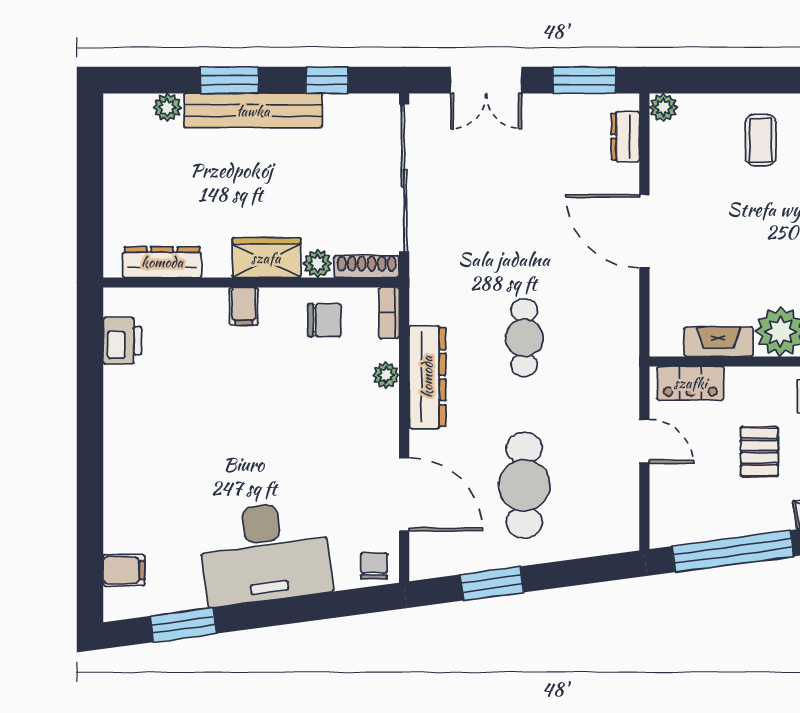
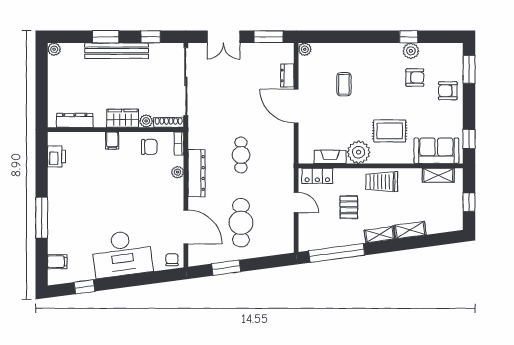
plant: (167, 107) -> (54, 49), moved
dresser: (625, 136) -> (287, 75), moved
coffee table: (761, 140) -> (344, 84), moved
window: (90, 474) -> (42, 218), added
window: (183, 625) -> (84, 287), width x0.67

